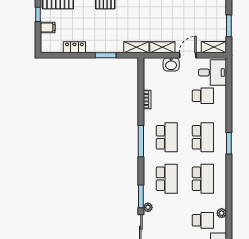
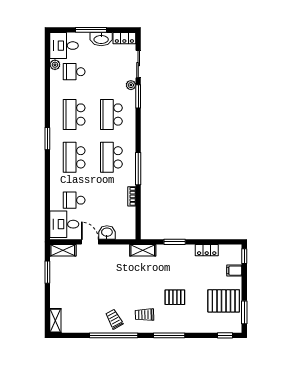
window: (38, 14) -> (244, 256), moved
shelving: (162, 47) -> (116, 250), removed
door: (188, 55) -> (90, 242), swing flipped
window: (141, 141) -> (138, 169), moved
window: (229, 143) -> (47, 139), moved
plant: (222, 213) -> (55, 65), moved

